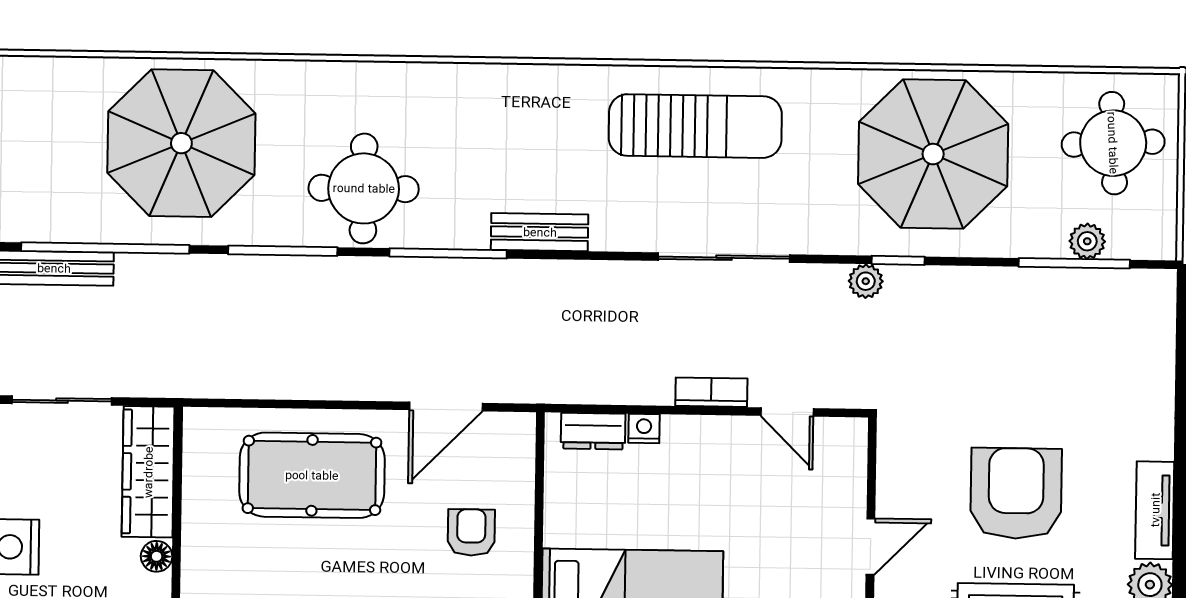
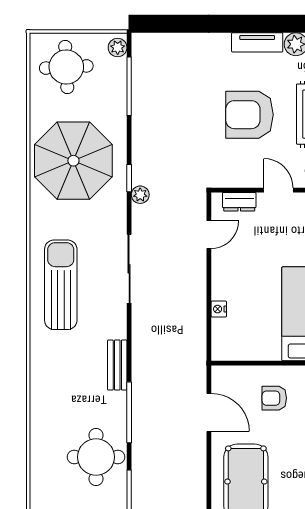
plant: (1087, 241) -> (118, 48), moved
bookcase: (711, 392) -> (199, 274), removed
dresser: (593, 431) -> (239, 202), moved, turned 90

